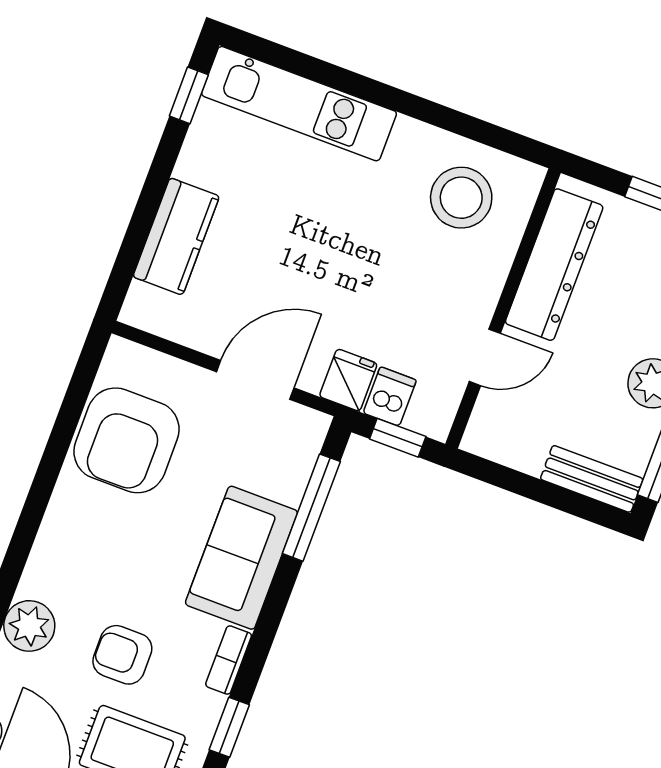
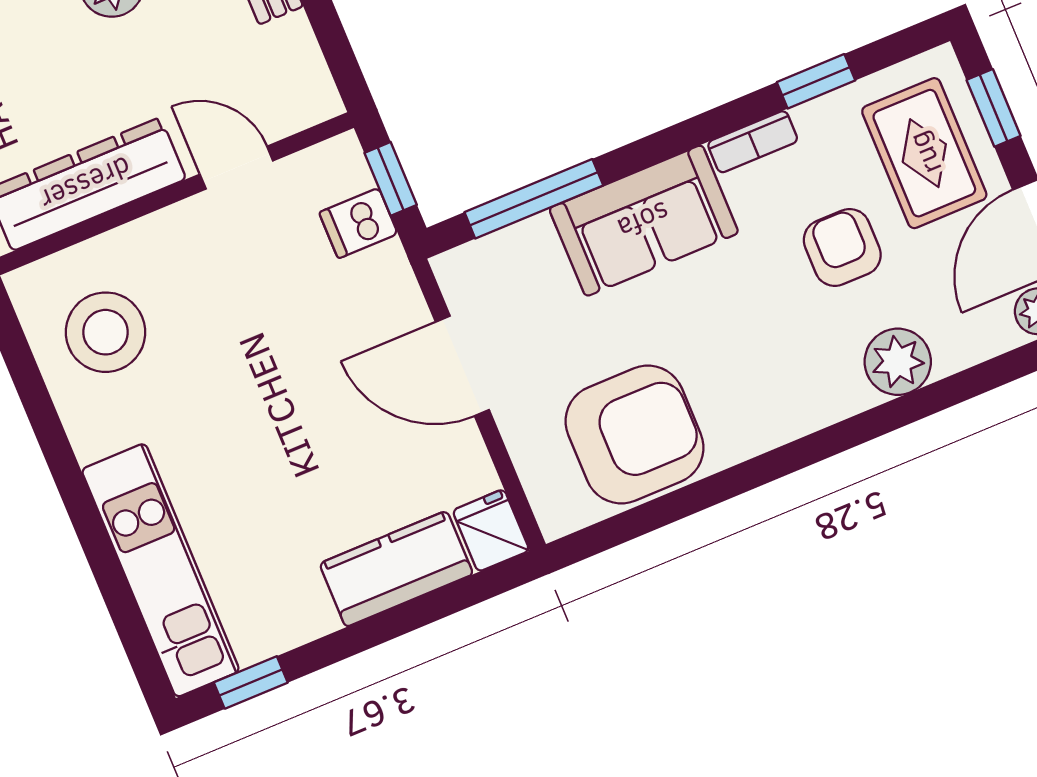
fridge: (348, 380) -> (491, 530), moved, turned 90
armchair: (122, 655) -> (842, 247), turned 180

